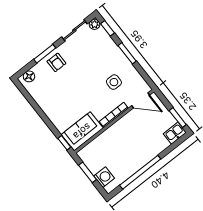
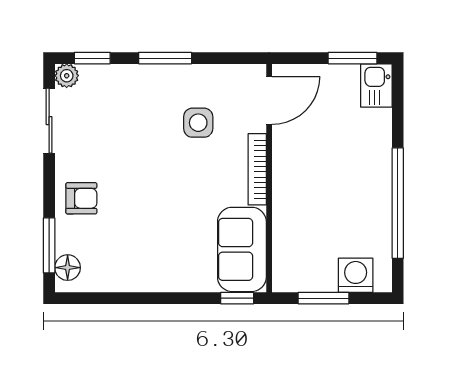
window: (45, 54) -> (49, 245), moved

